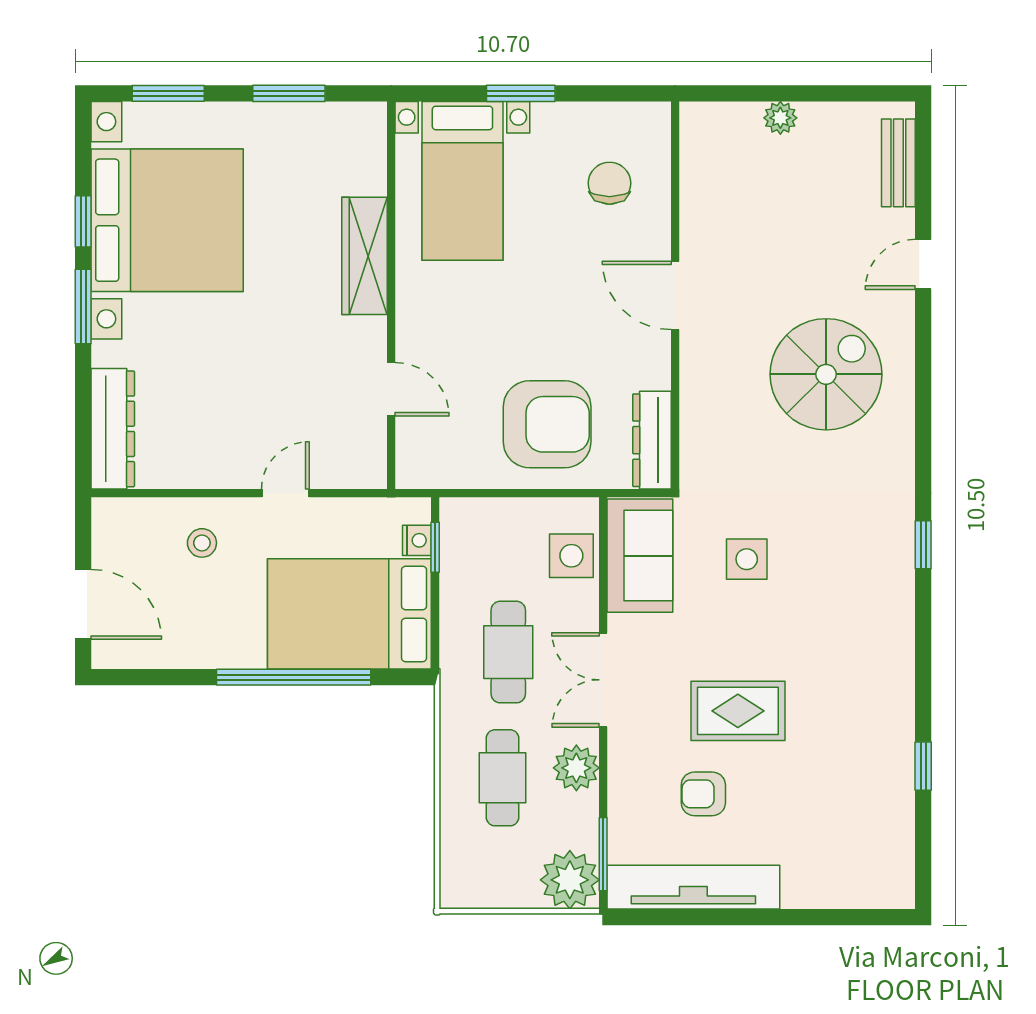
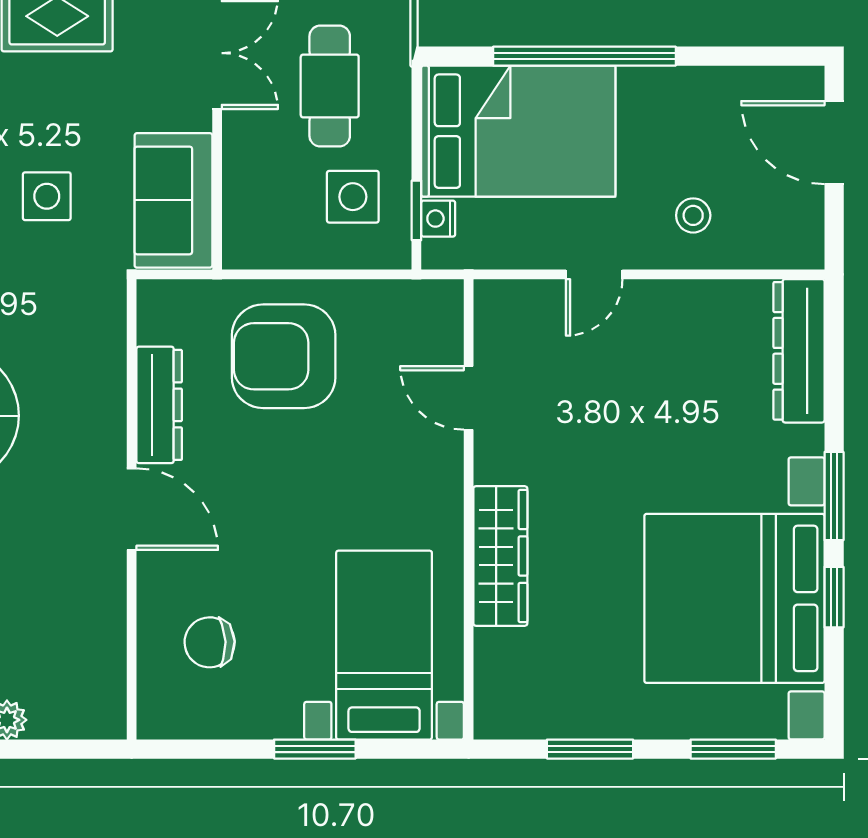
chair: (610, 183) -> (210, 642), turned 88
dresser: (652, 440) -> (159, 405), moved
side table: (571, 556) -> (353, 197), moved

